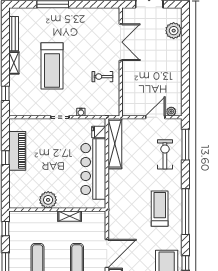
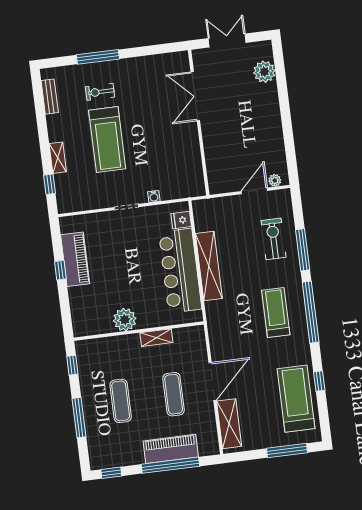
bench: (14, 34) -> (50, 97), width x0.73
double door: (121, 42) -> (195, 96), swing flipped
shelving: (14, 63) -> (58, 158), moved
exercise bike: (102, 77) -> (100, 92), moved
shelving: (115, 144) -> (209, 266), moved
window: (185, 145) -> (303, 250), moved

